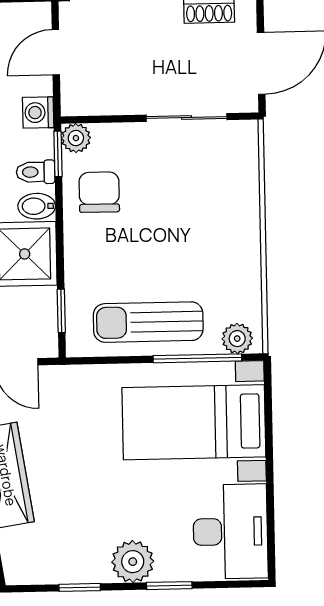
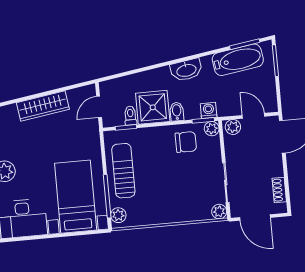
plant: (76, 95) -> (233, 127), added
washing machine: (38, 113) -> (209, 110), moved
plant: (244, 135) -> (219, 212), added
toilet: (36, 172) -> (130, 116), moved

